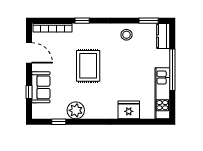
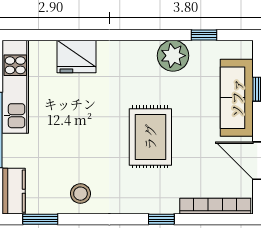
sofa: (41, 87) -> (237, 98), width x1.36

